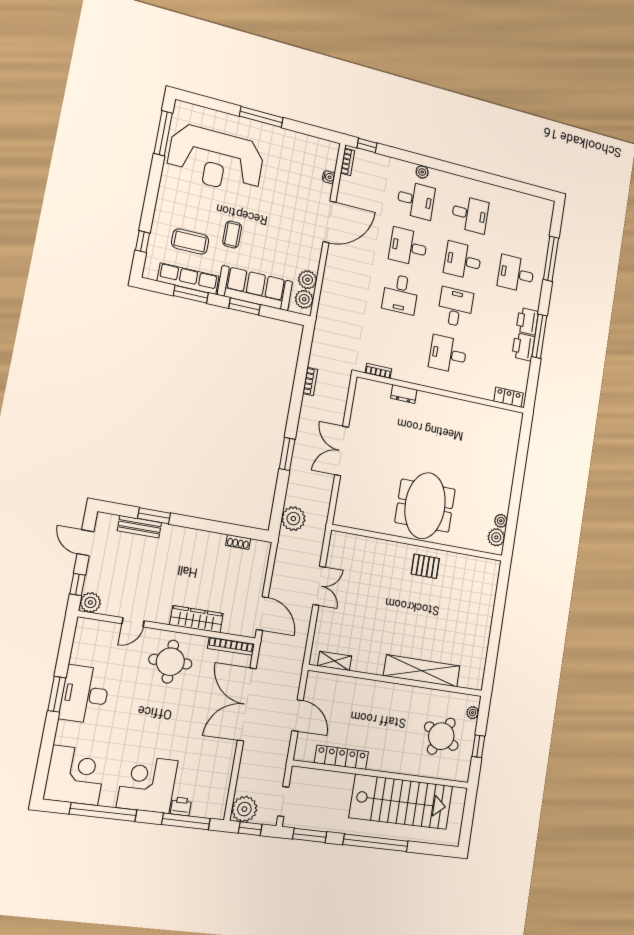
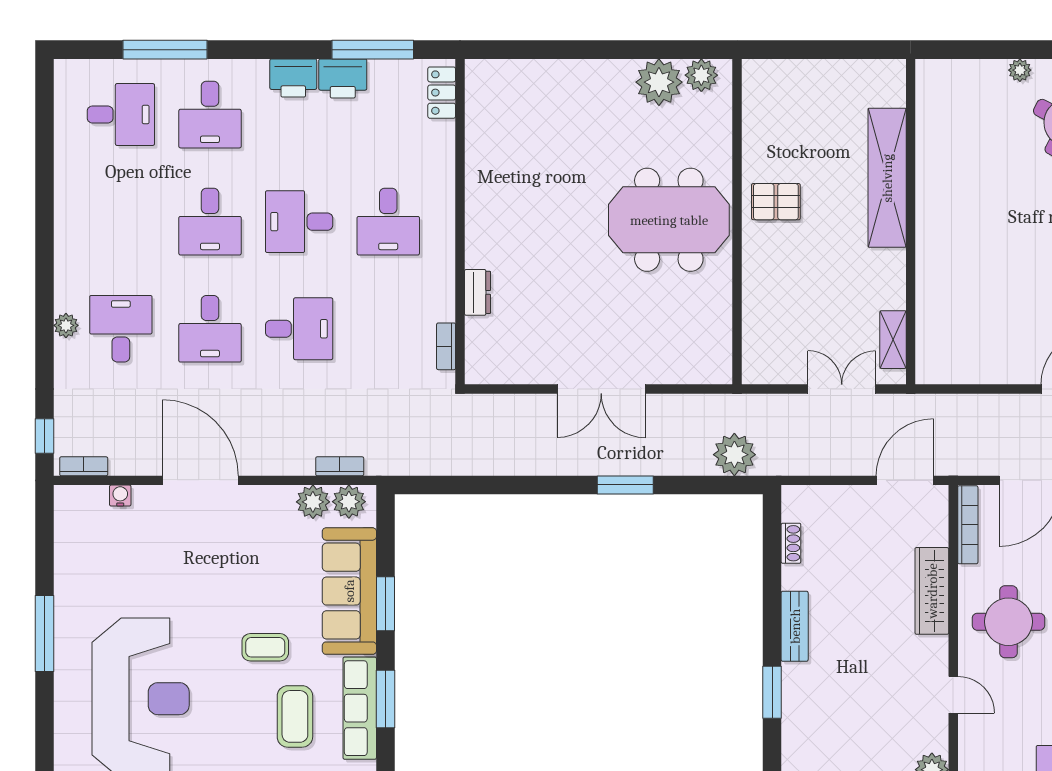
desk: (470, 214) -> (121, 115), moved, turned 90
window: (539, 336) -> (373, 50), moved
bookcase: (310, 381) -> (340, 466), moved
plant: (501, 521) -> (659, 82), width x1.87, depth x1.87
bench: (139, 527) -> (795, 626), moved
pallet: (425, 566) -> (776, 202), turned 90
shelving: (335, 661) -> (893, 340), moved
shelving: (422, 671) -> (887, 178), moved
wall: (397, 681) -> (911, 222), moved

